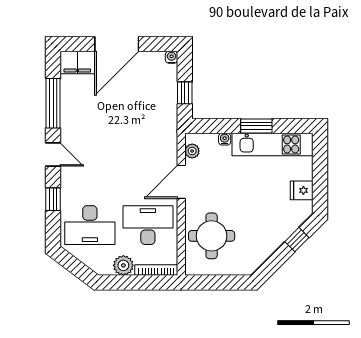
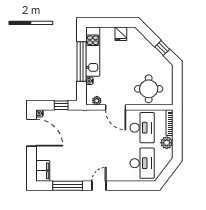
door: (117, 44) -> (31, 133), moved
window: (256, 126) -> (81, 61), width x2.11
window: (53, 199) -> (126, 186), removed
desk: (148, 225) -> (142, 128), turned 180
window: (297, 240) -> (162, 48), moved

